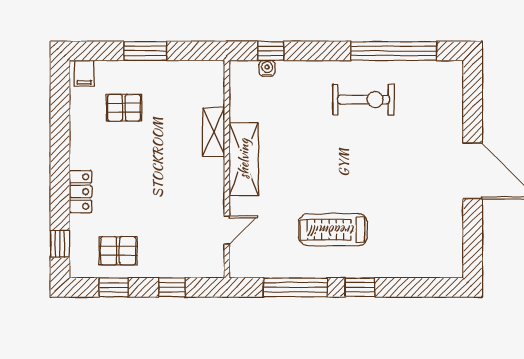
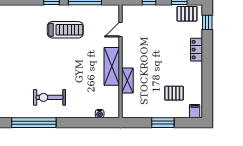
window: (271, 51) -> (98, 123), removed
pallet: (118, 251) -> (187, 14), moved

